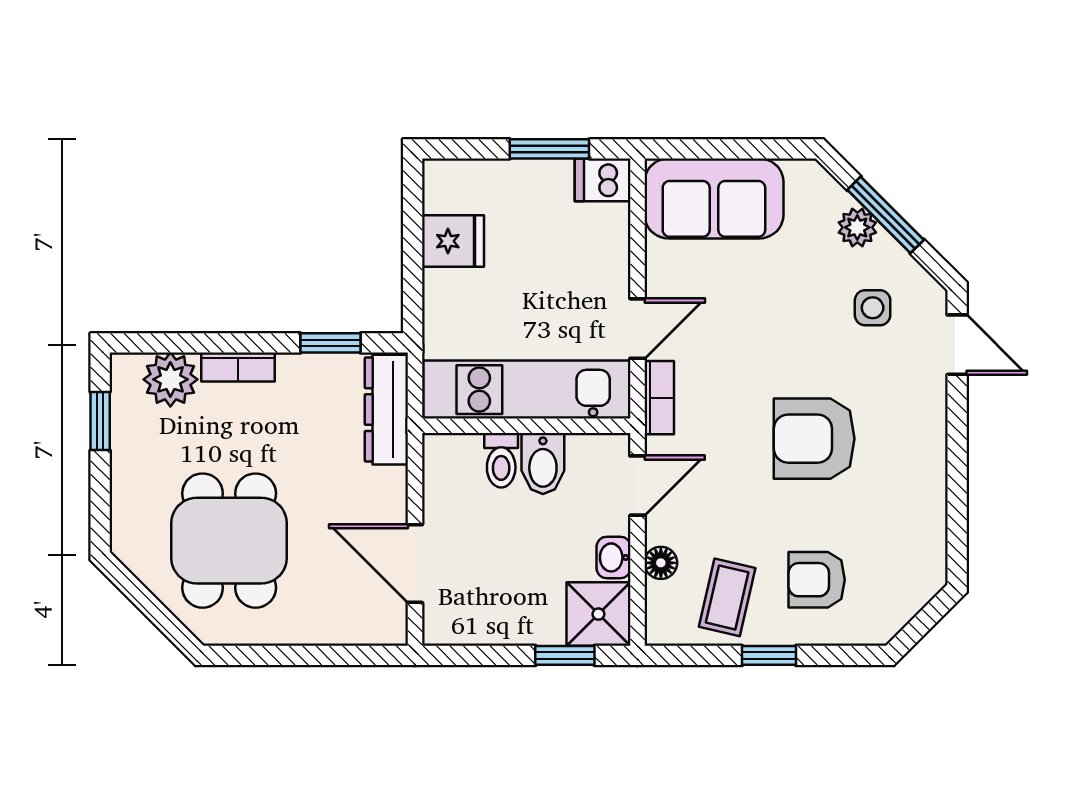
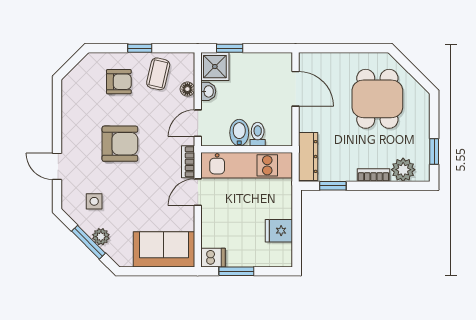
door: (957, 345) -> (57, 166), moved

